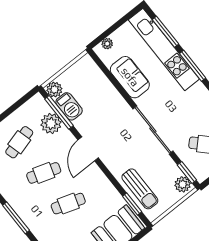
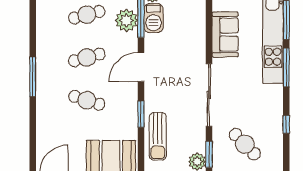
cafe table: (44, 173) -> (87, 57), turned -33
window: (132, 204) -> (141, 114), moved

